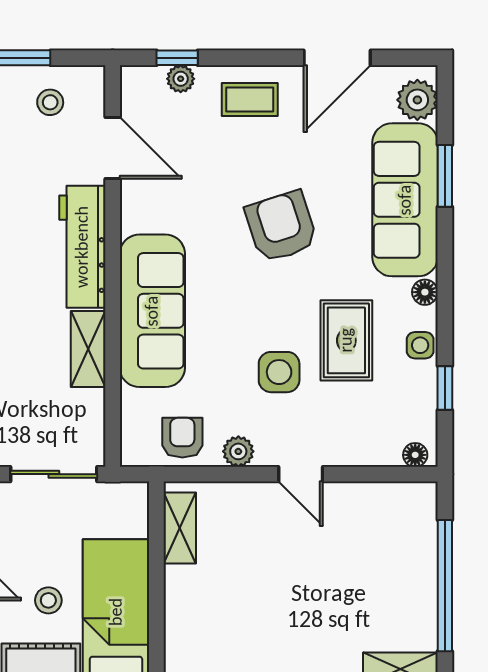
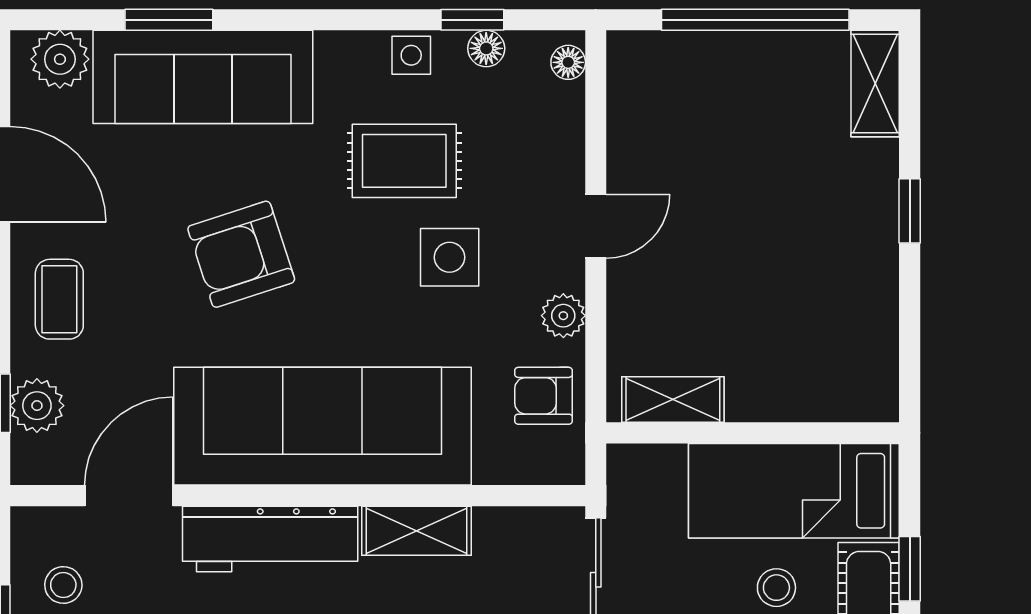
plant: (181, 79) -> (37, 406), width x1.38, depth x1.38
floor lamp: (425, 292) -> (486, 48), moved
sofa: (152, 311) -> (323, 426), width x1.36, depth x1.27

